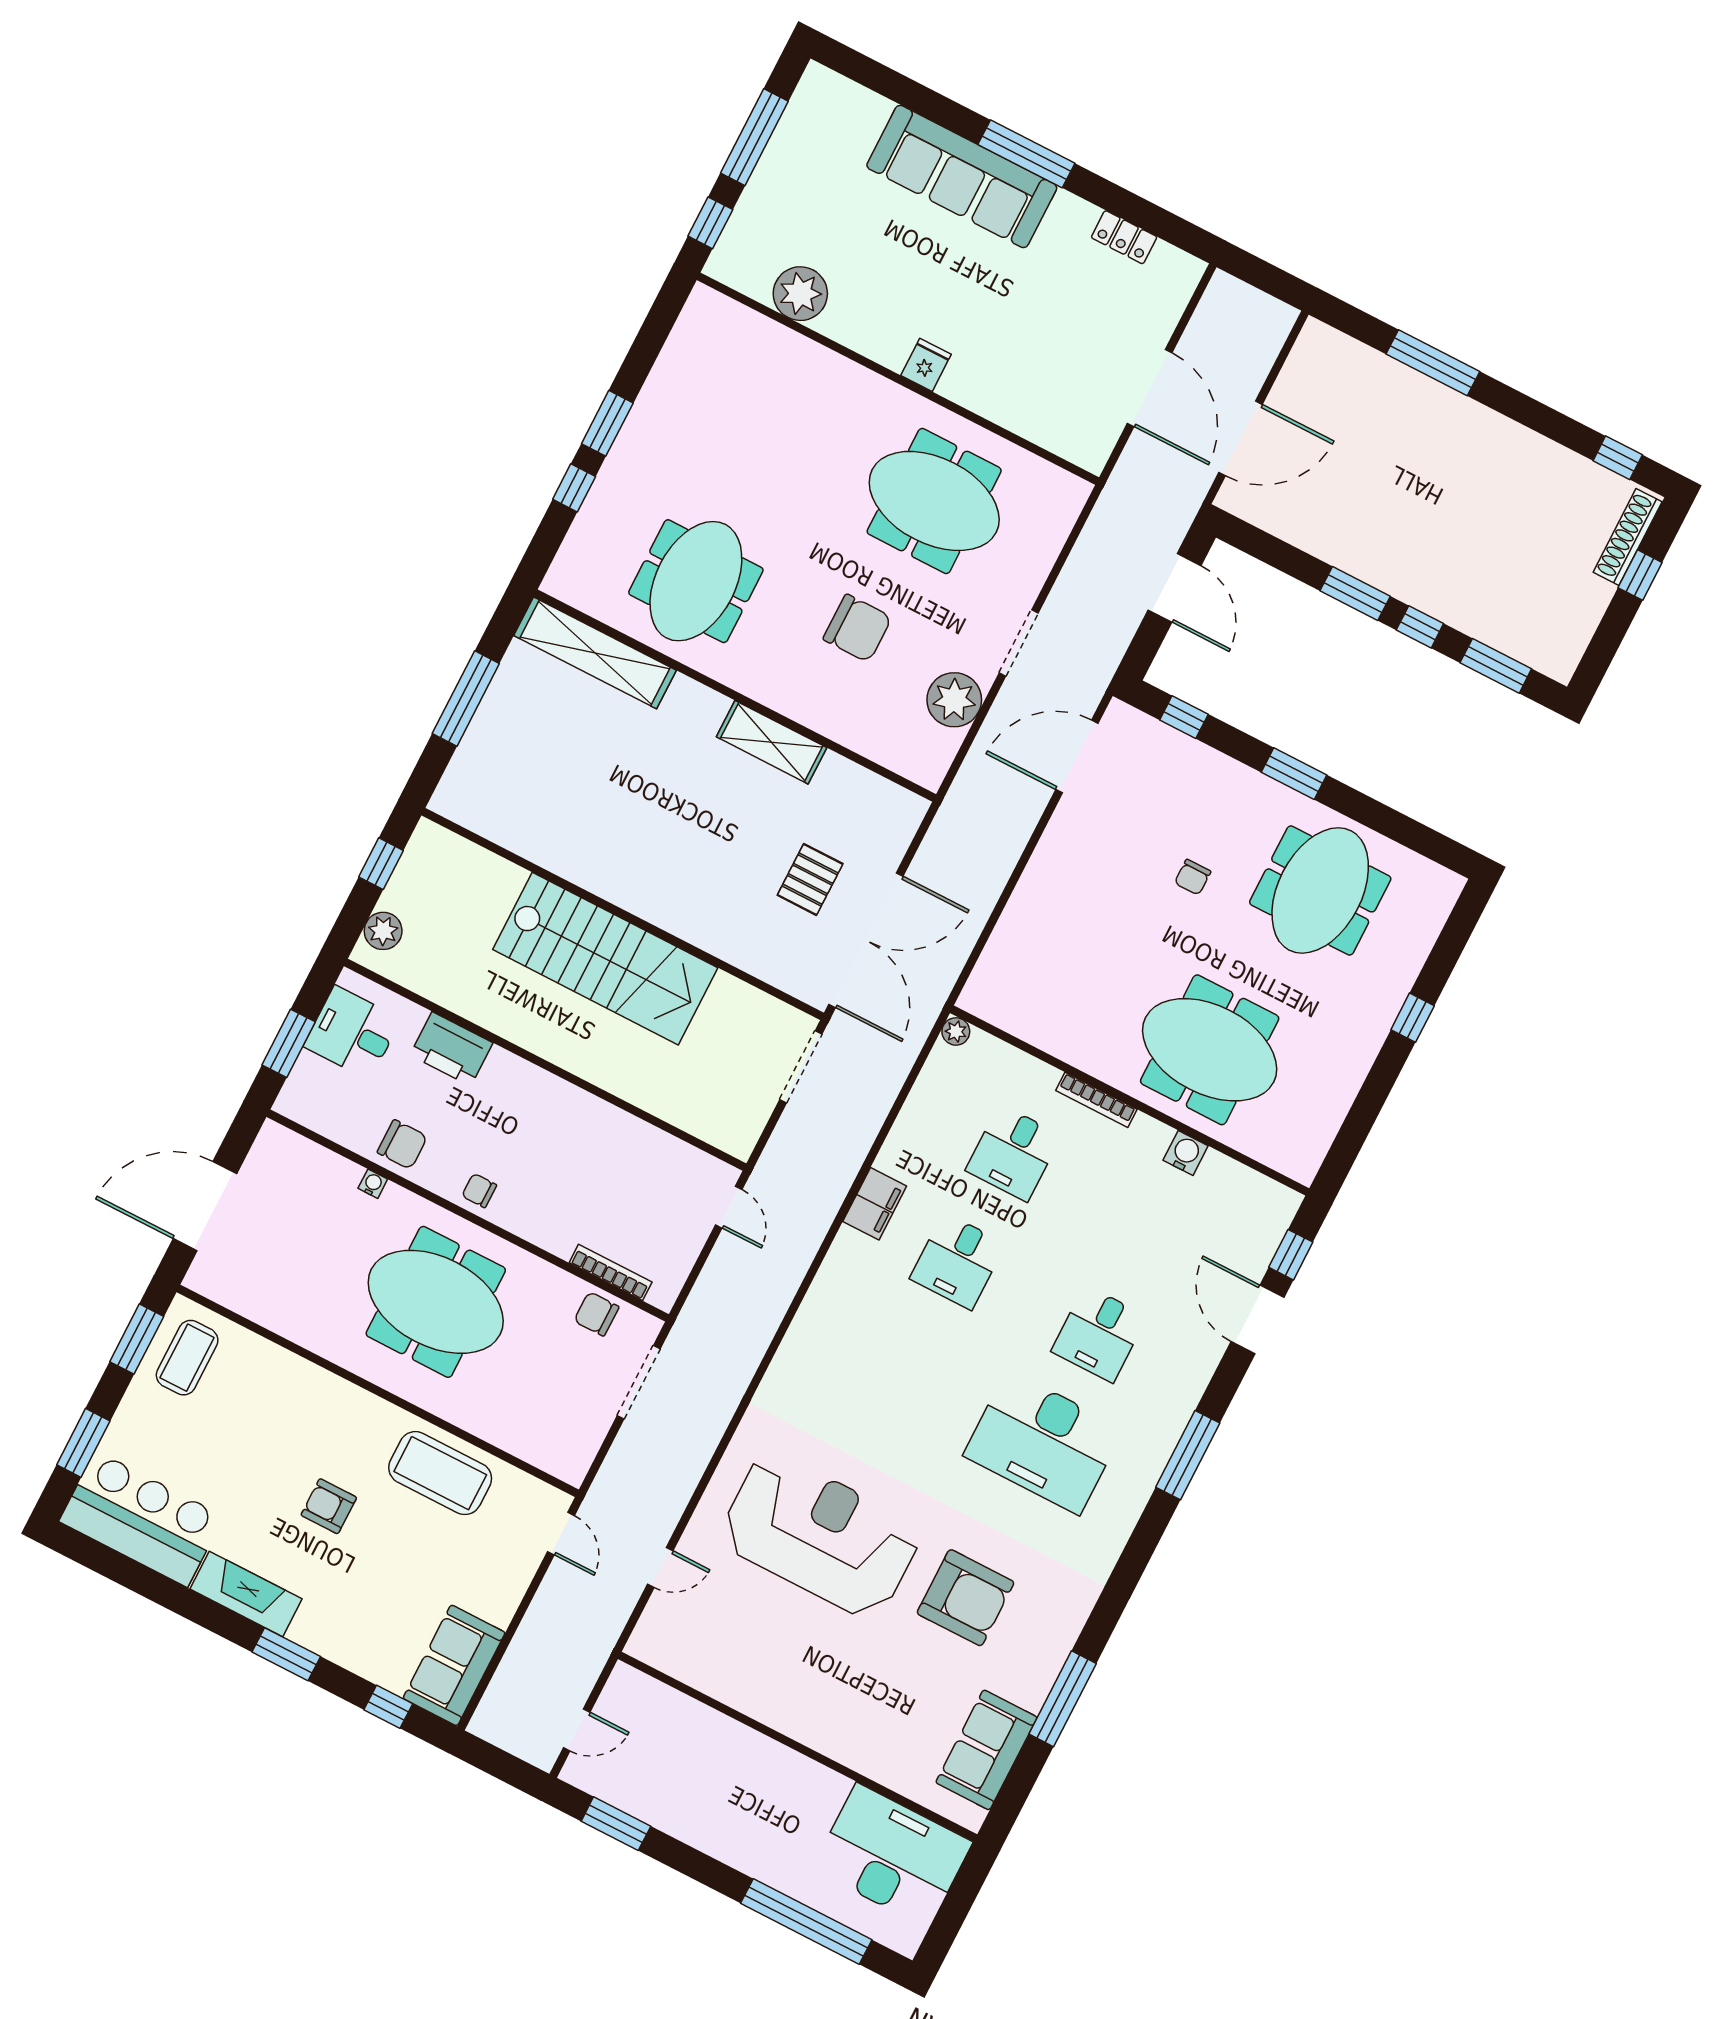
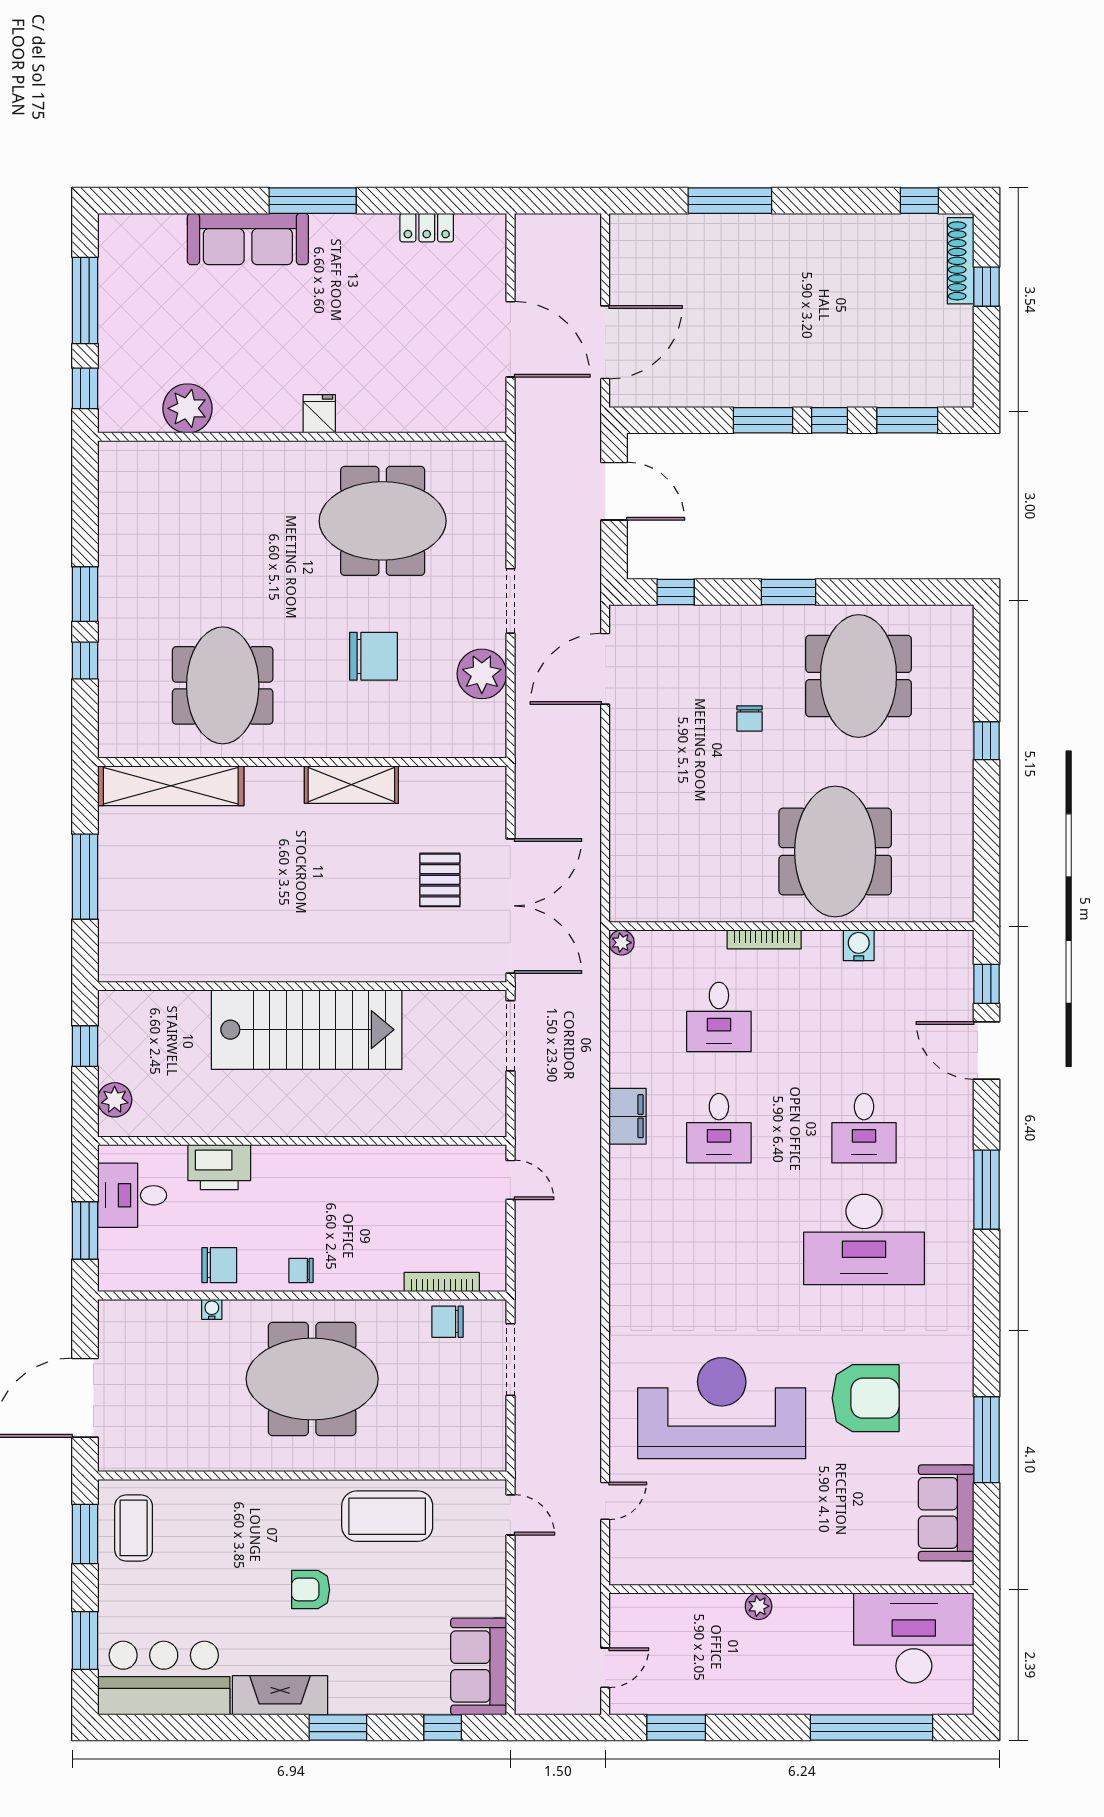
sofa: (962, 176) -> (248, 239), width x0.74, depth x0.79
meeting table: (1210, 1050) -> (835, 851), turned 90
plant: (757, 1747) -> (759, 1606), added

